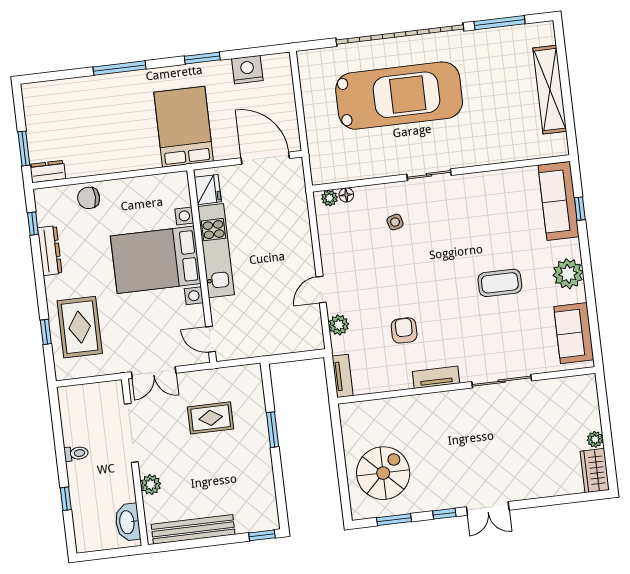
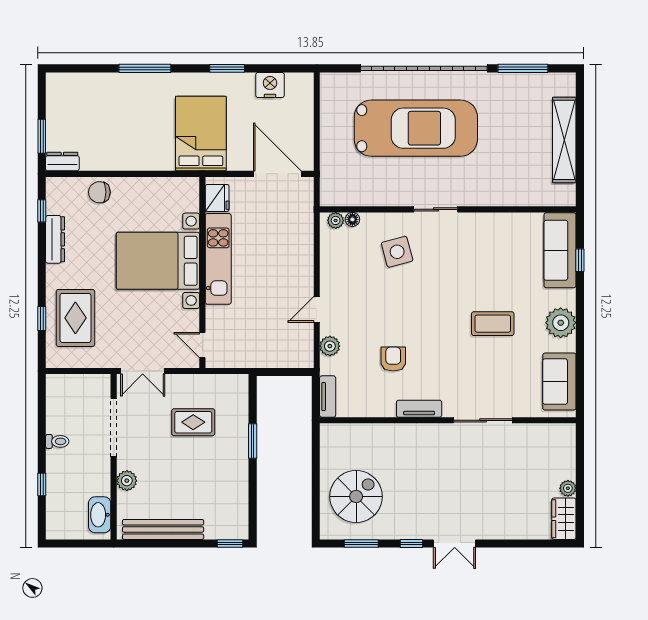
side table: (395, 222) -> (397, 252), width x1.87, depth x1.87

